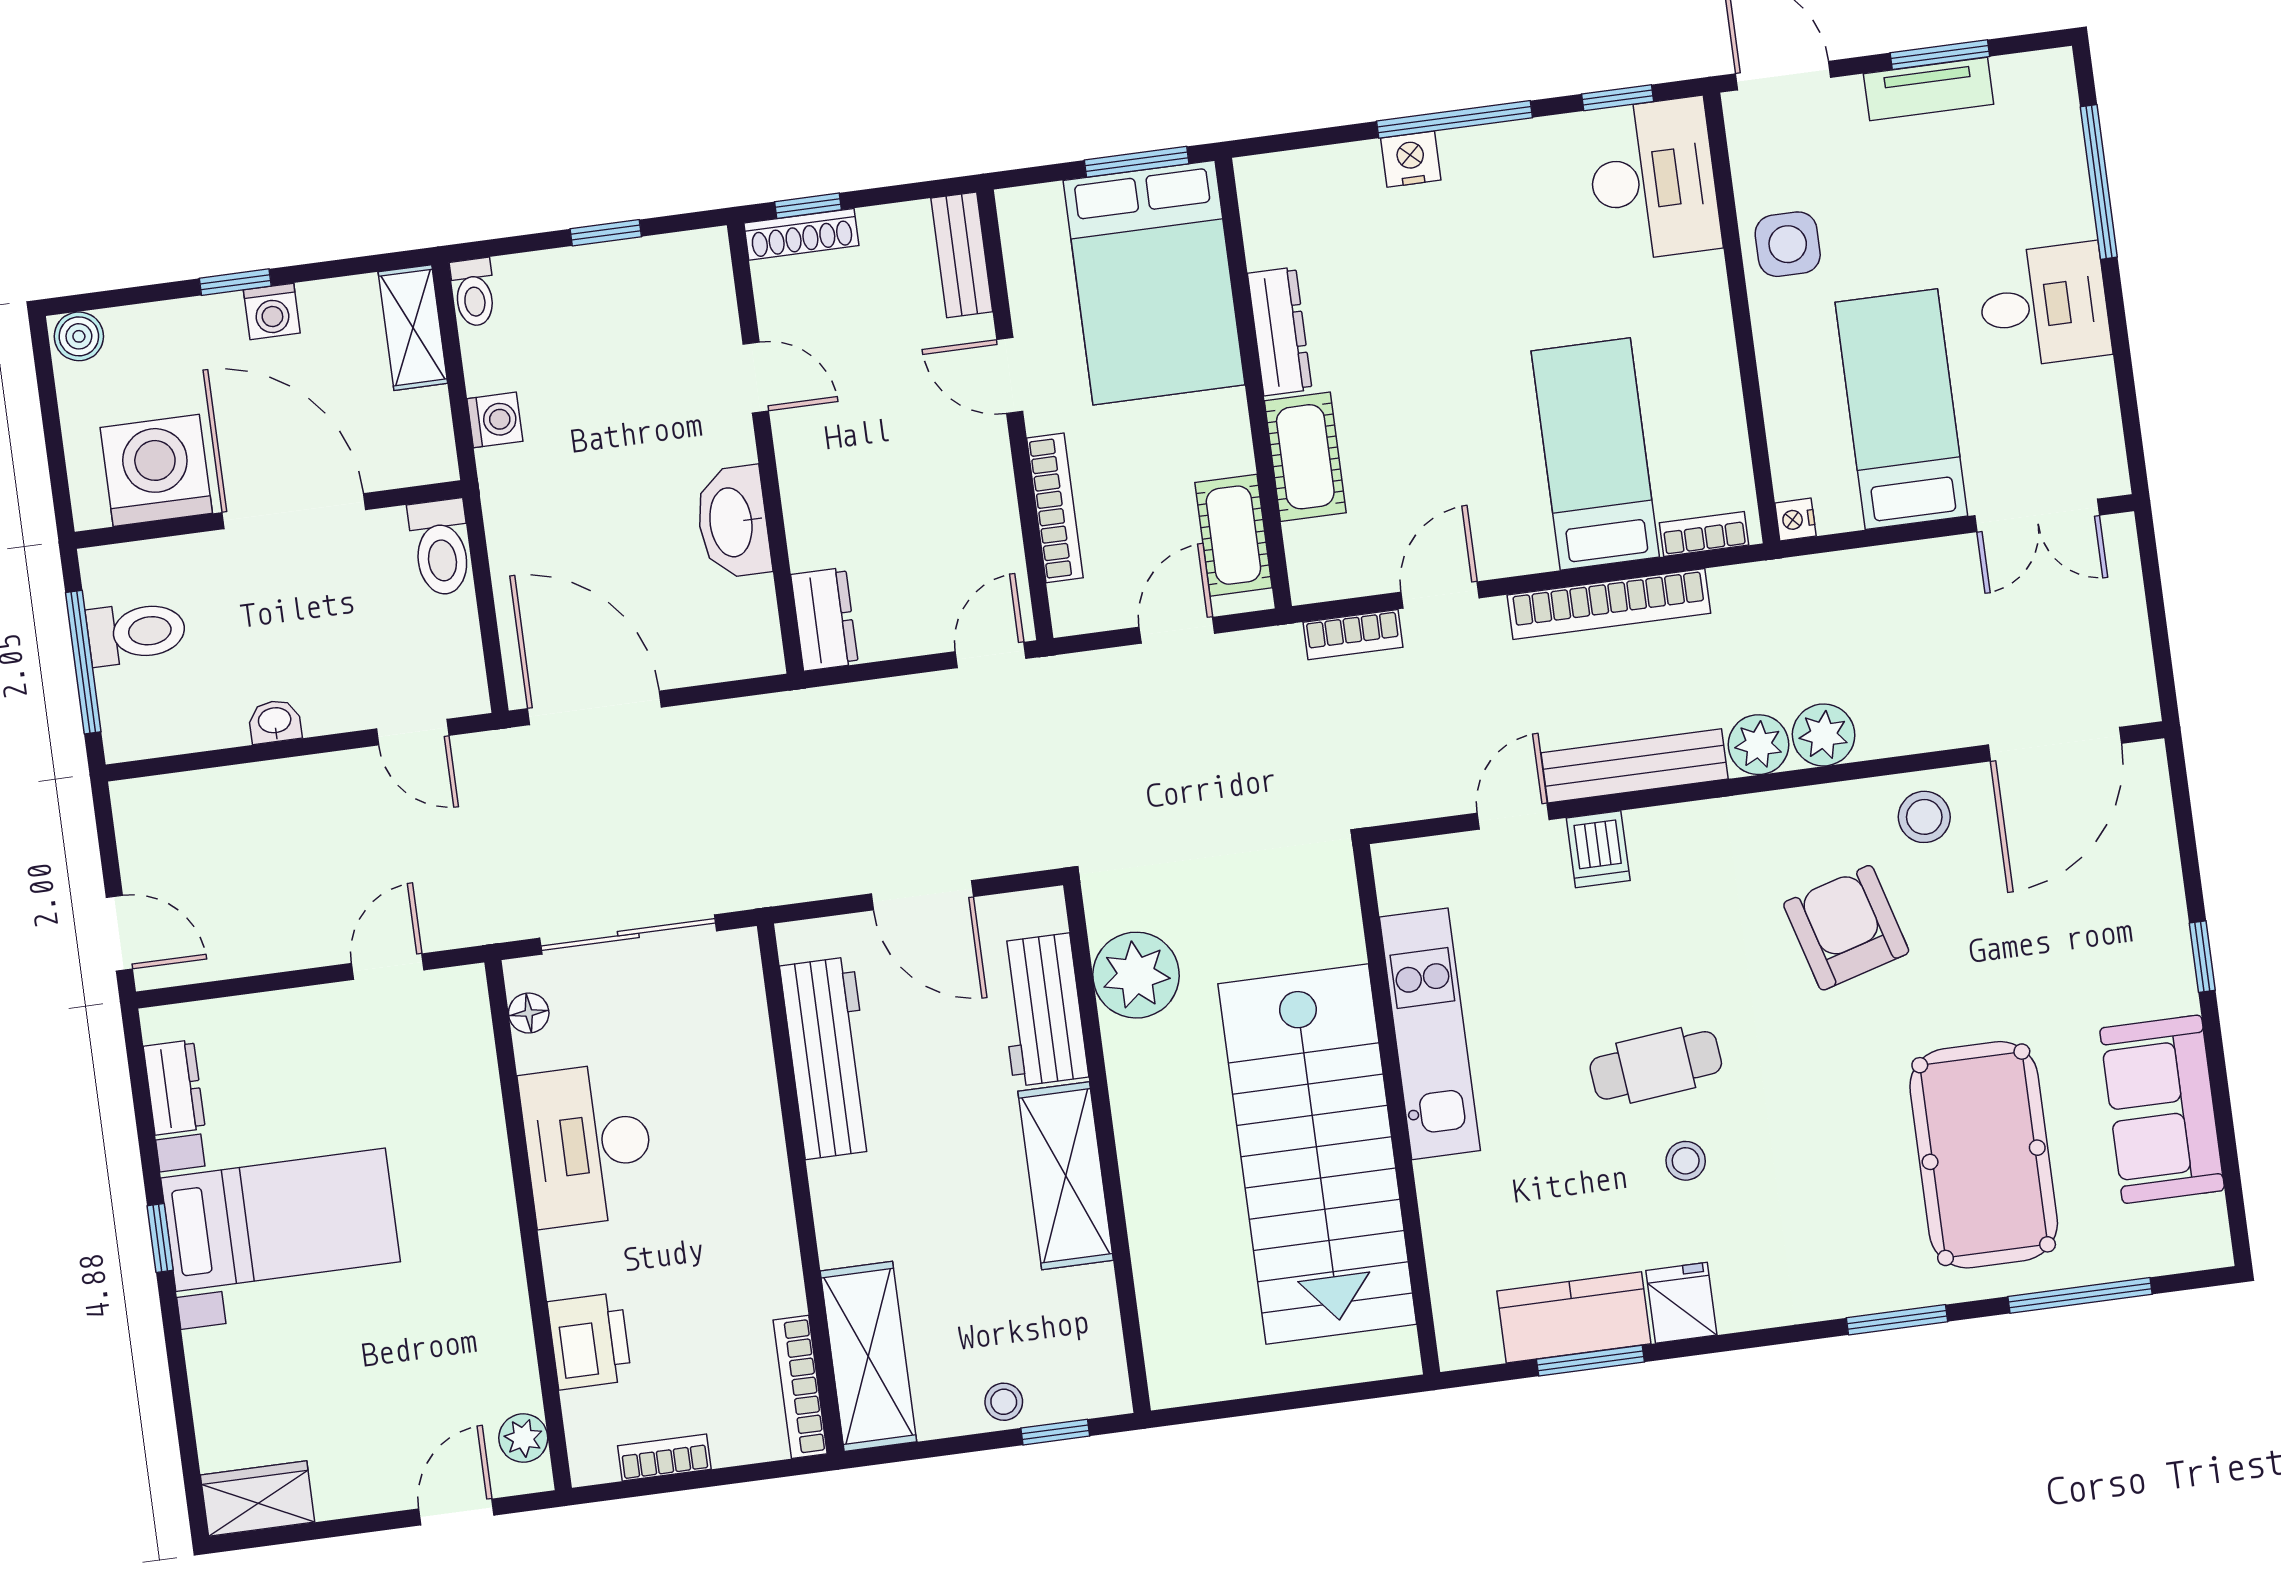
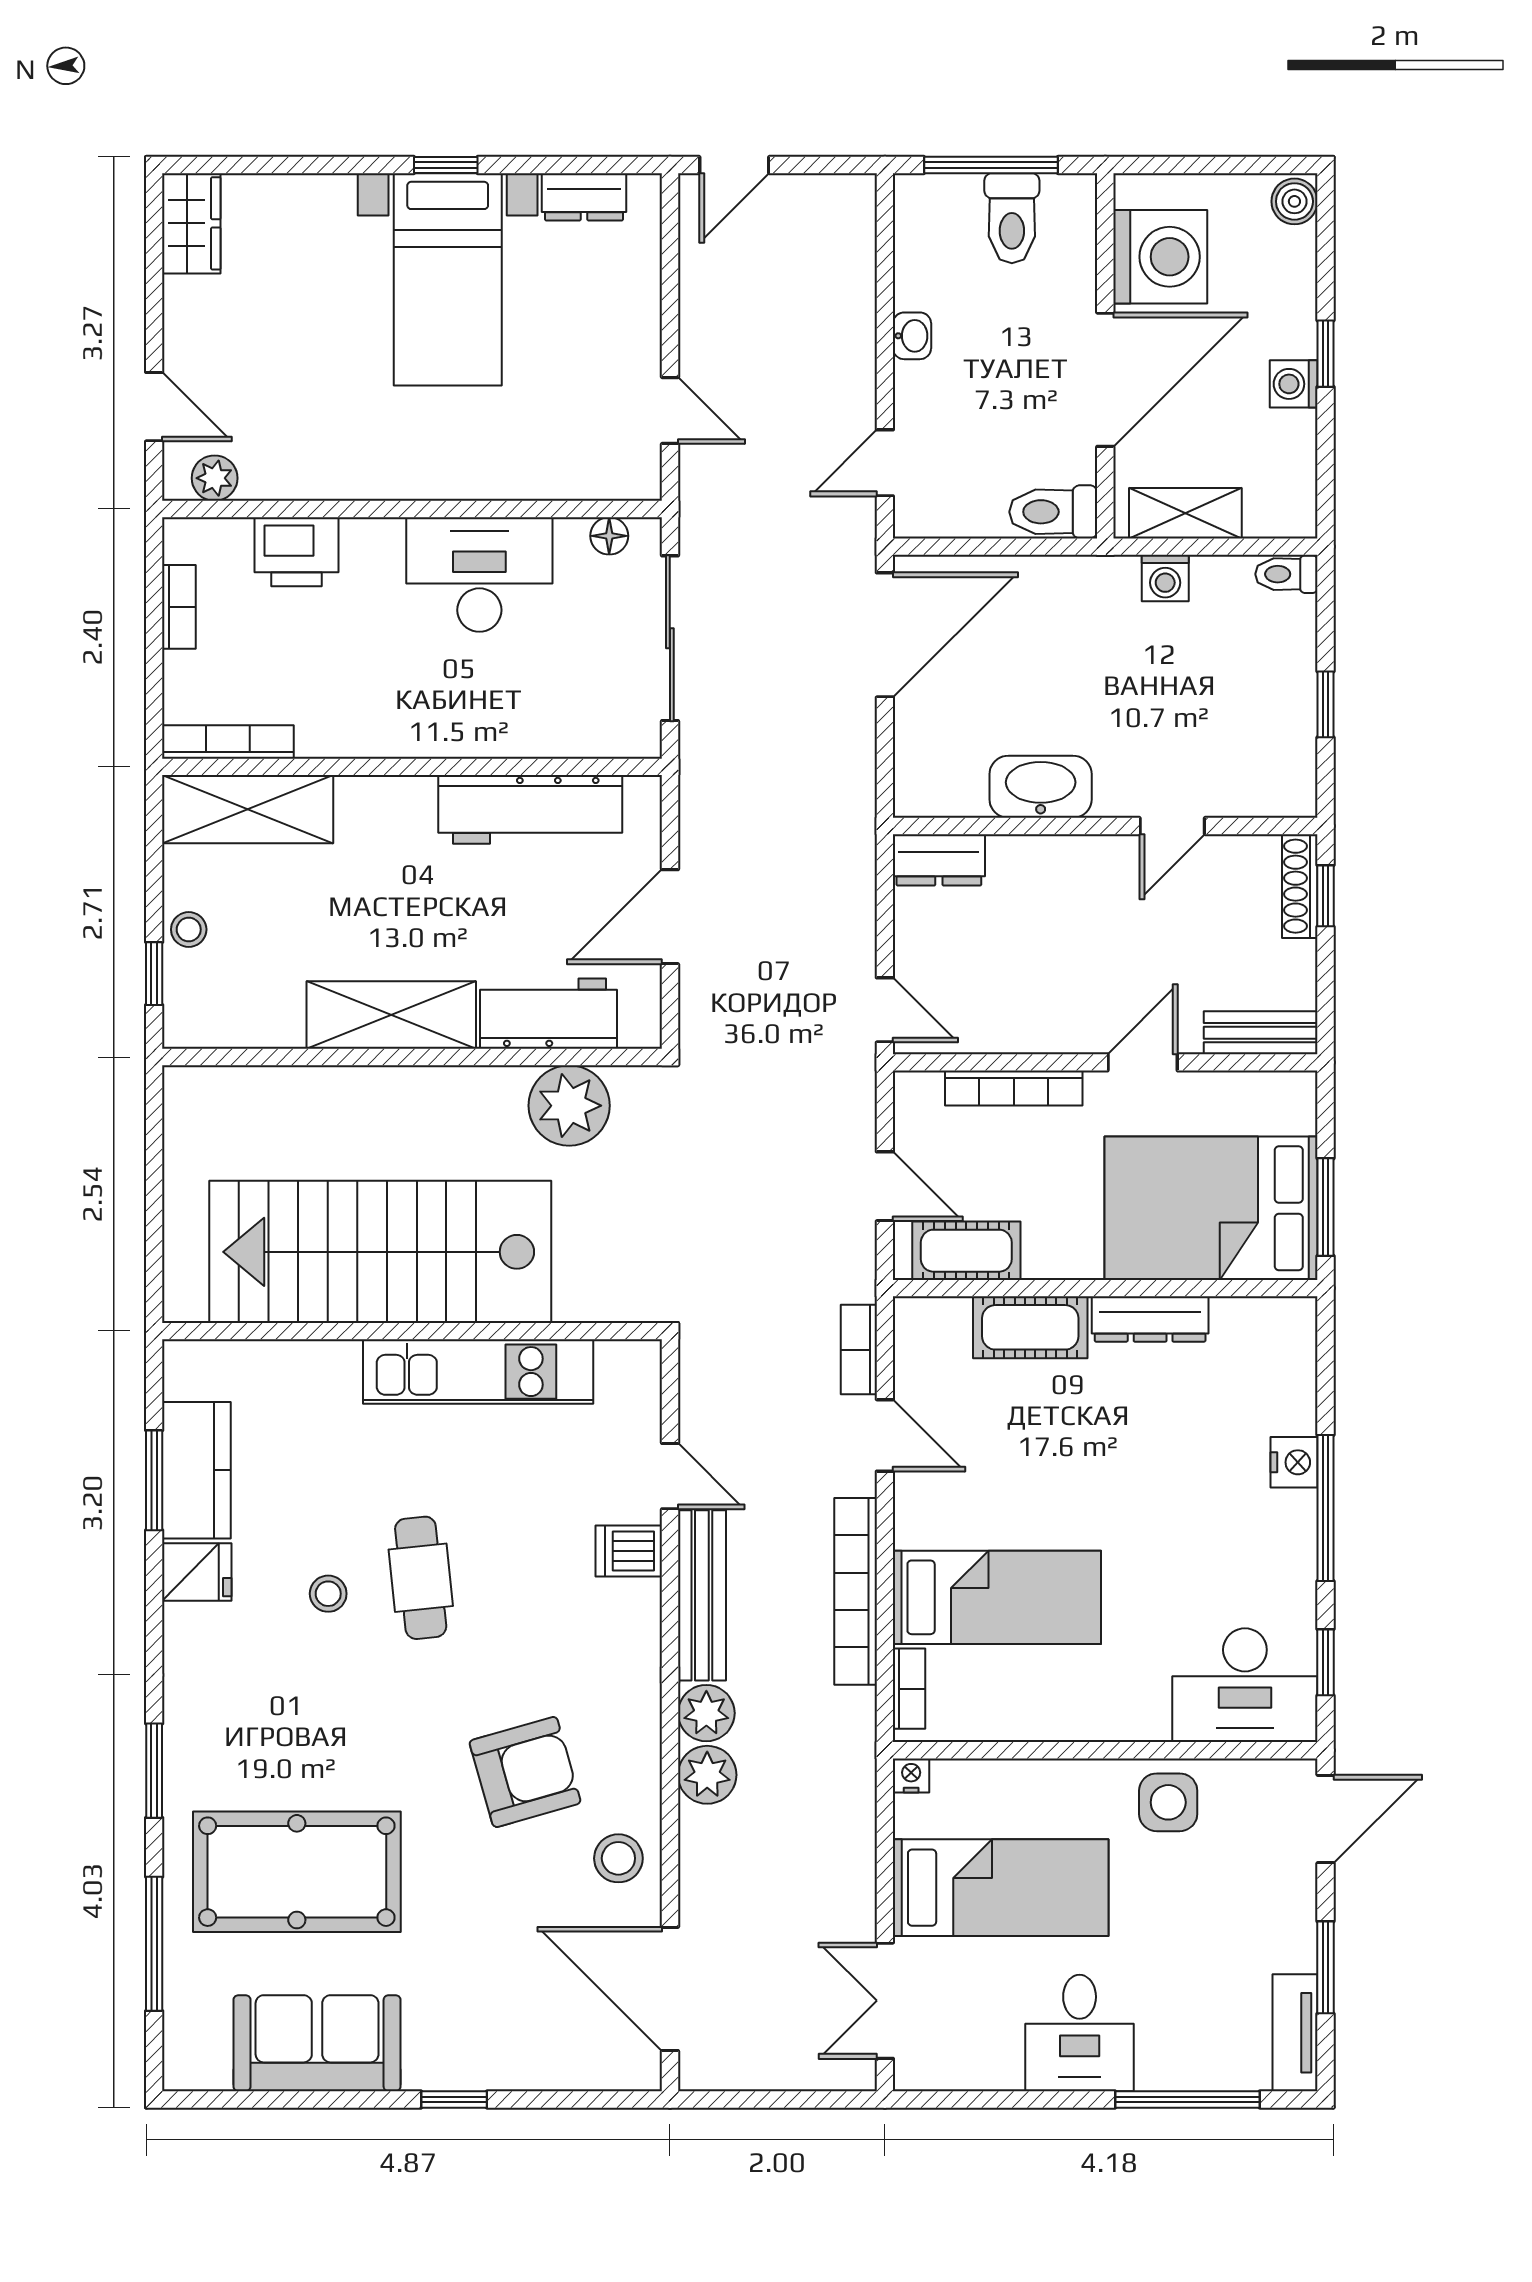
tv unit: (1929, 89) -> (1295, 2033), moved
shelving: (413, 328) -> (1185, 513), moved

